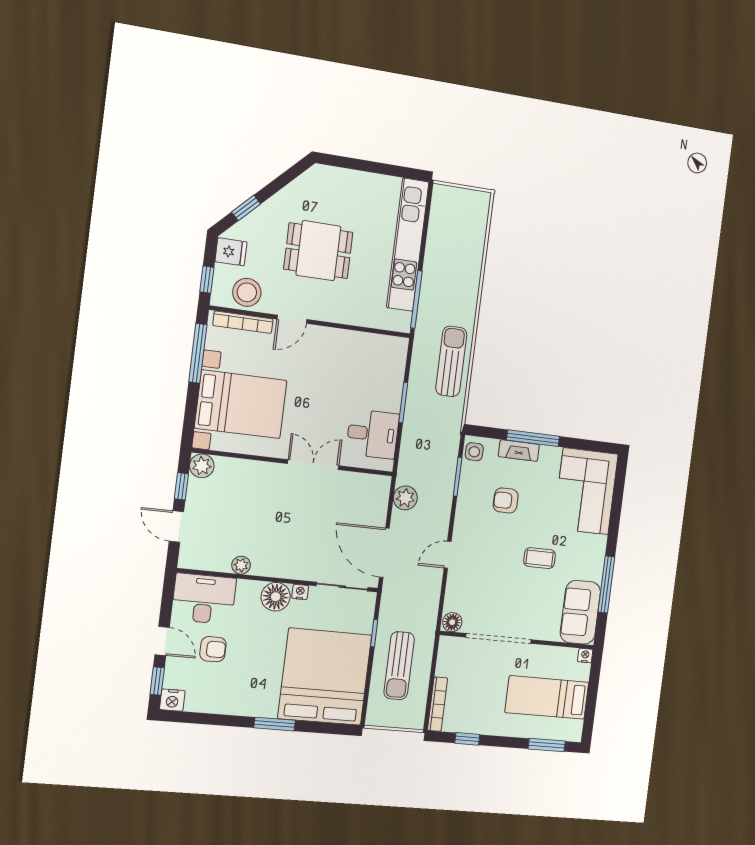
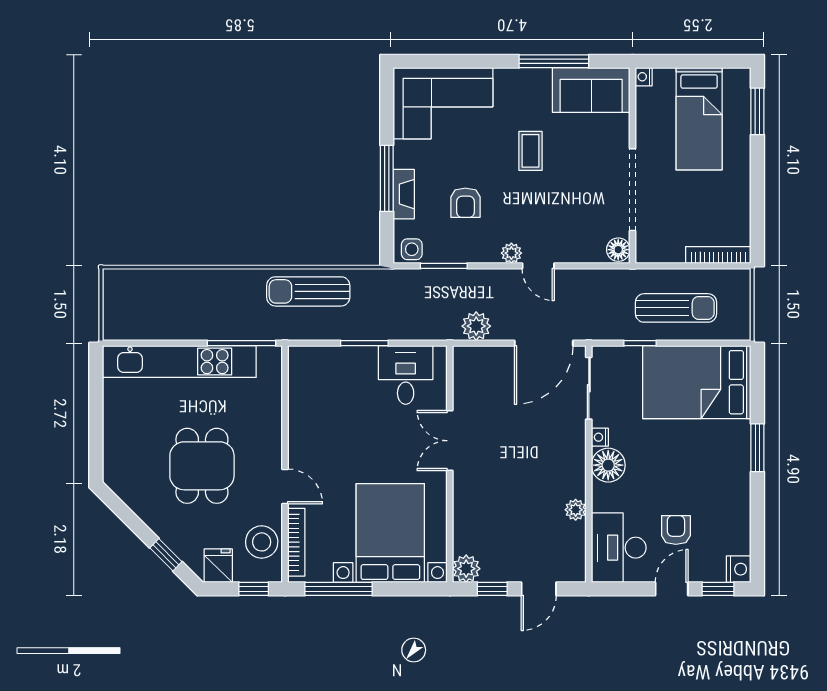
plant: (461, 534) -> (511, 253), added
bed: (325, 677) -> (697, 382), width x0.73
window: (467, 739) -> (757, 213), removed

